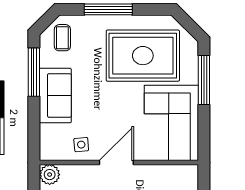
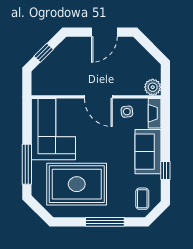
window: (34, 72) -> (165, 171), width x0.46
fireplace: (47, 143) -> (155, 113), added
door: (116, 163) -> (98, 97), hinge flipped

